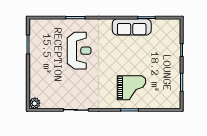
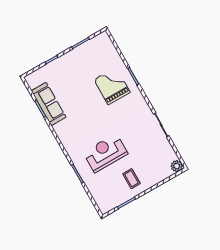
sofa: (132, 27) -> (49, 104), moved
coffee table: (46, 60) -> (131, 179), added

